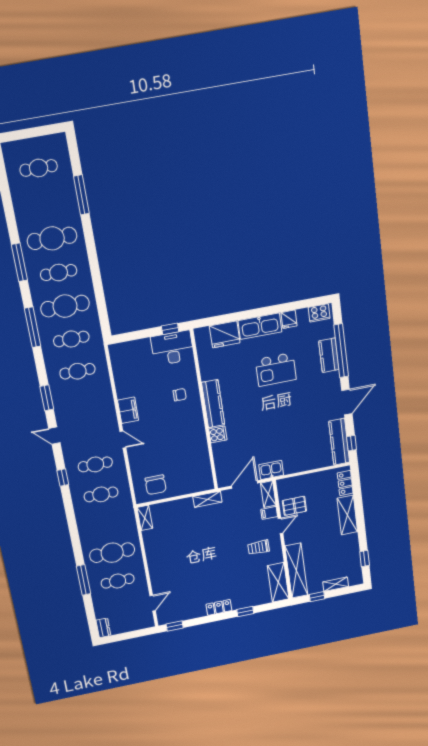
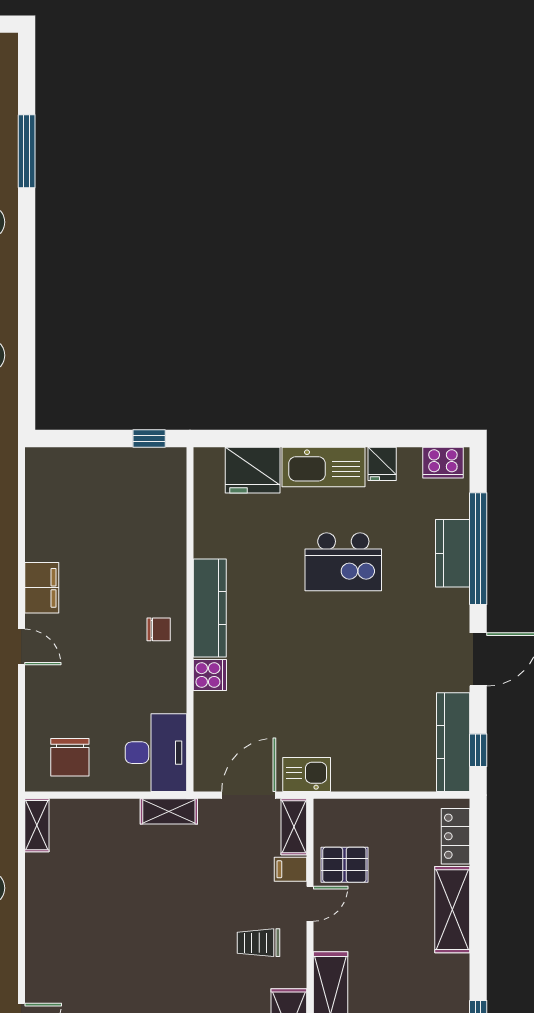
desk: (172, 348) -> (156, 753), moved, turned 90
chair: (180, 395) -> (159, 629), moved

